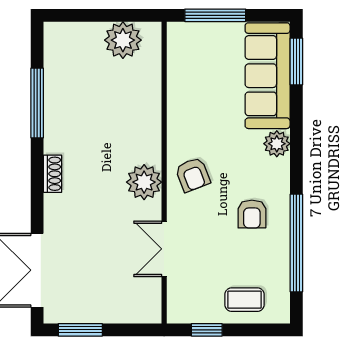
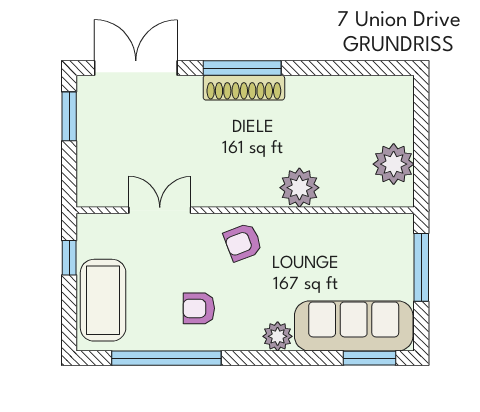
window: (37, 103) -> (242, 68), moved
shoe rack: (53, 174) -> (244, 88), width x1.94, depth x1.24
plant: (144, 182) -> (299, 188), moved
coffee table: (245, 300) -> (103, 300), width x1.86, depth x1.72

